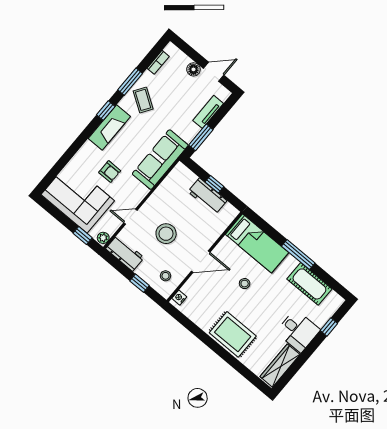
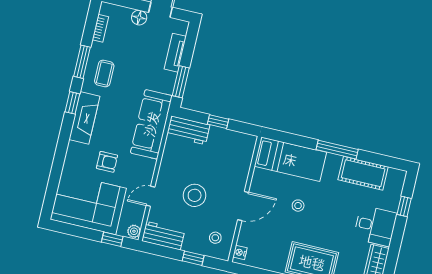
coffee table: (143, 100) -> (104, 73), turned 57
workbench: (207, 196) -> (188, 130), moved

